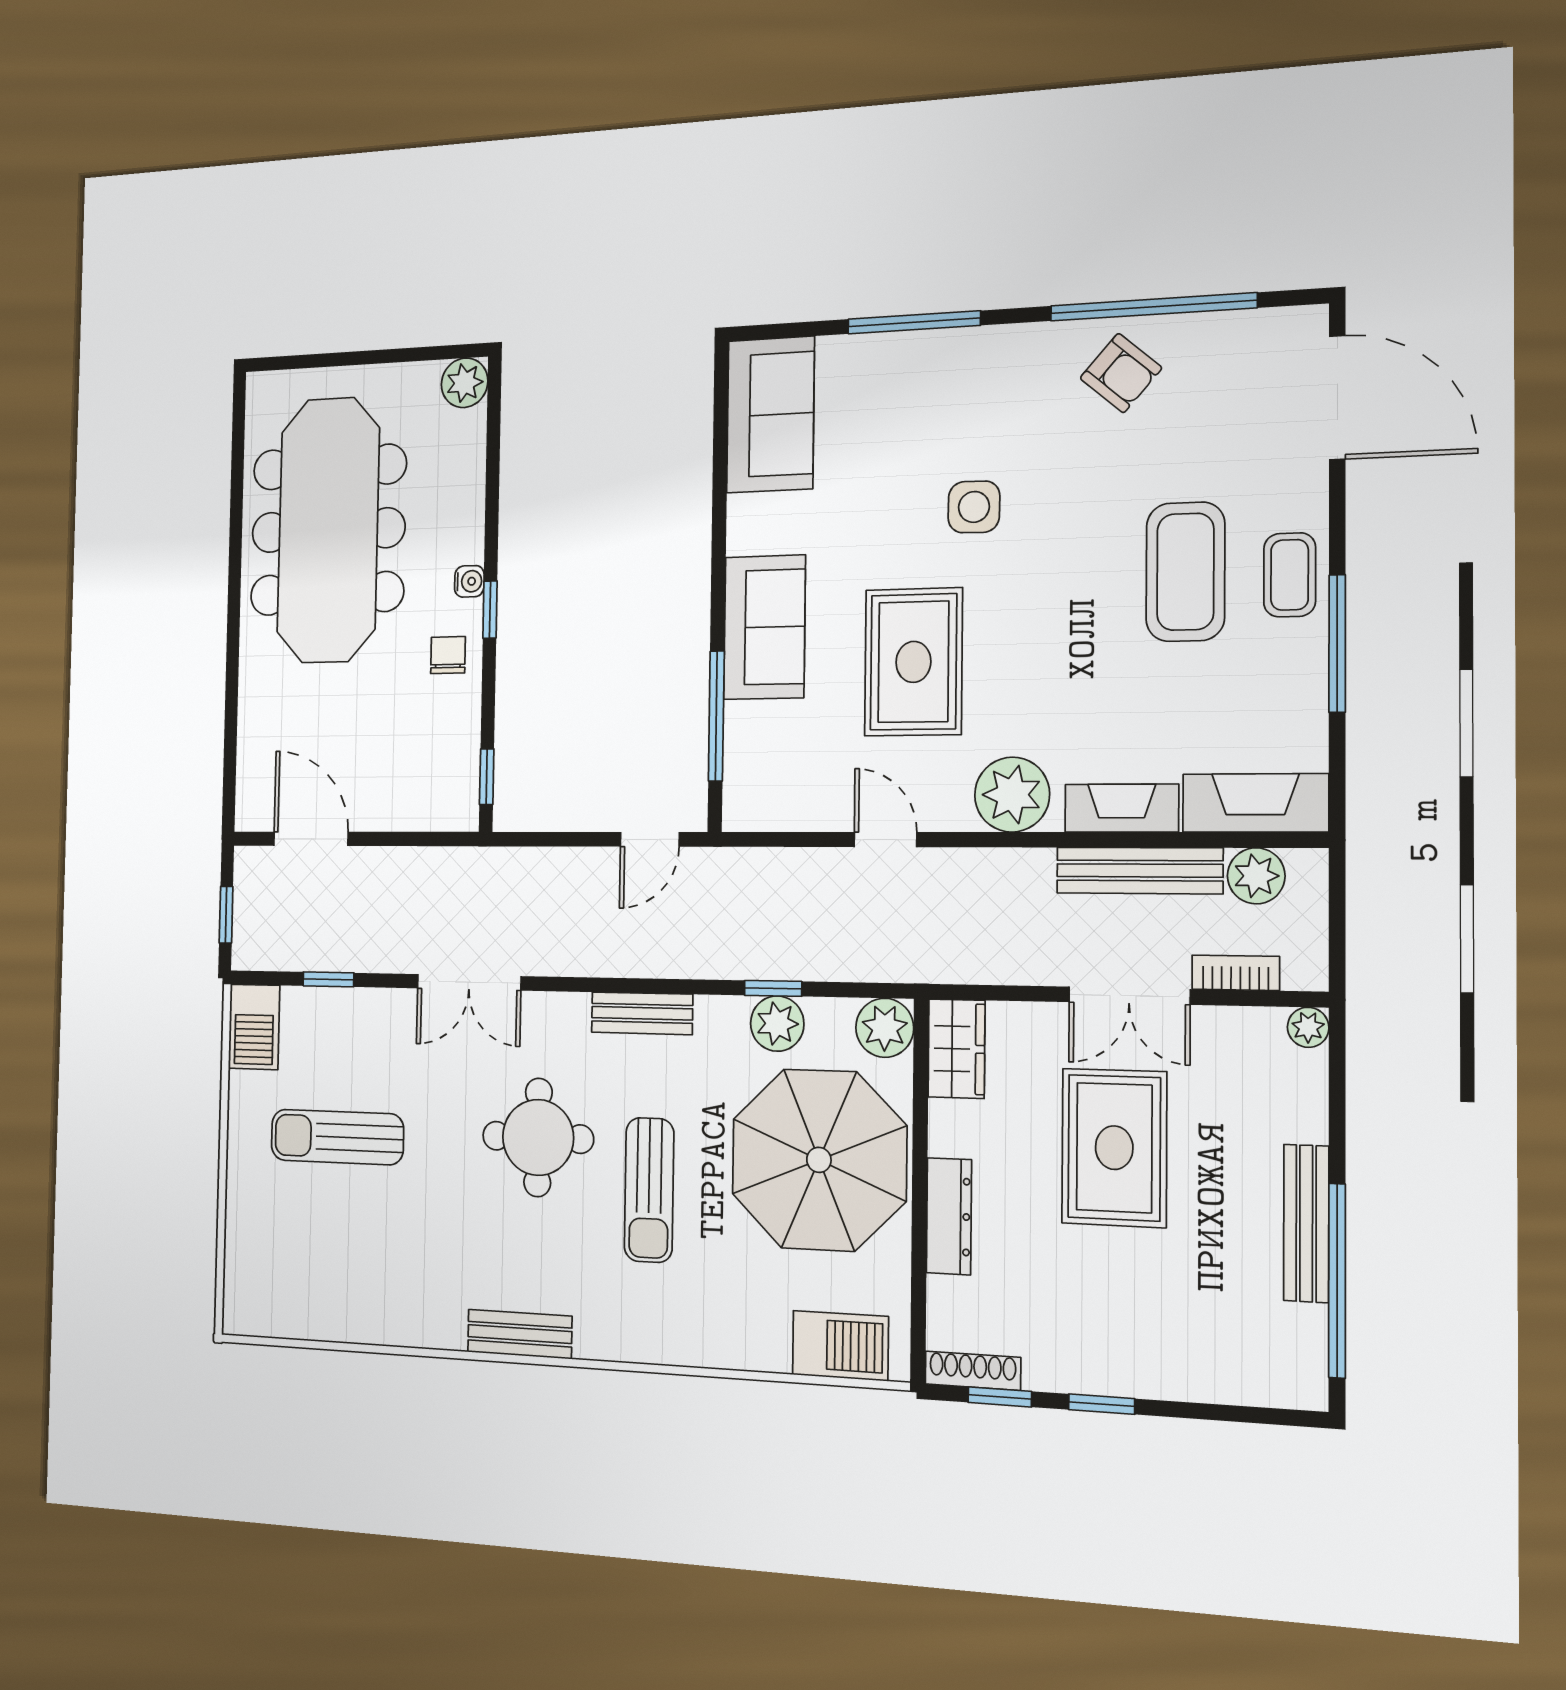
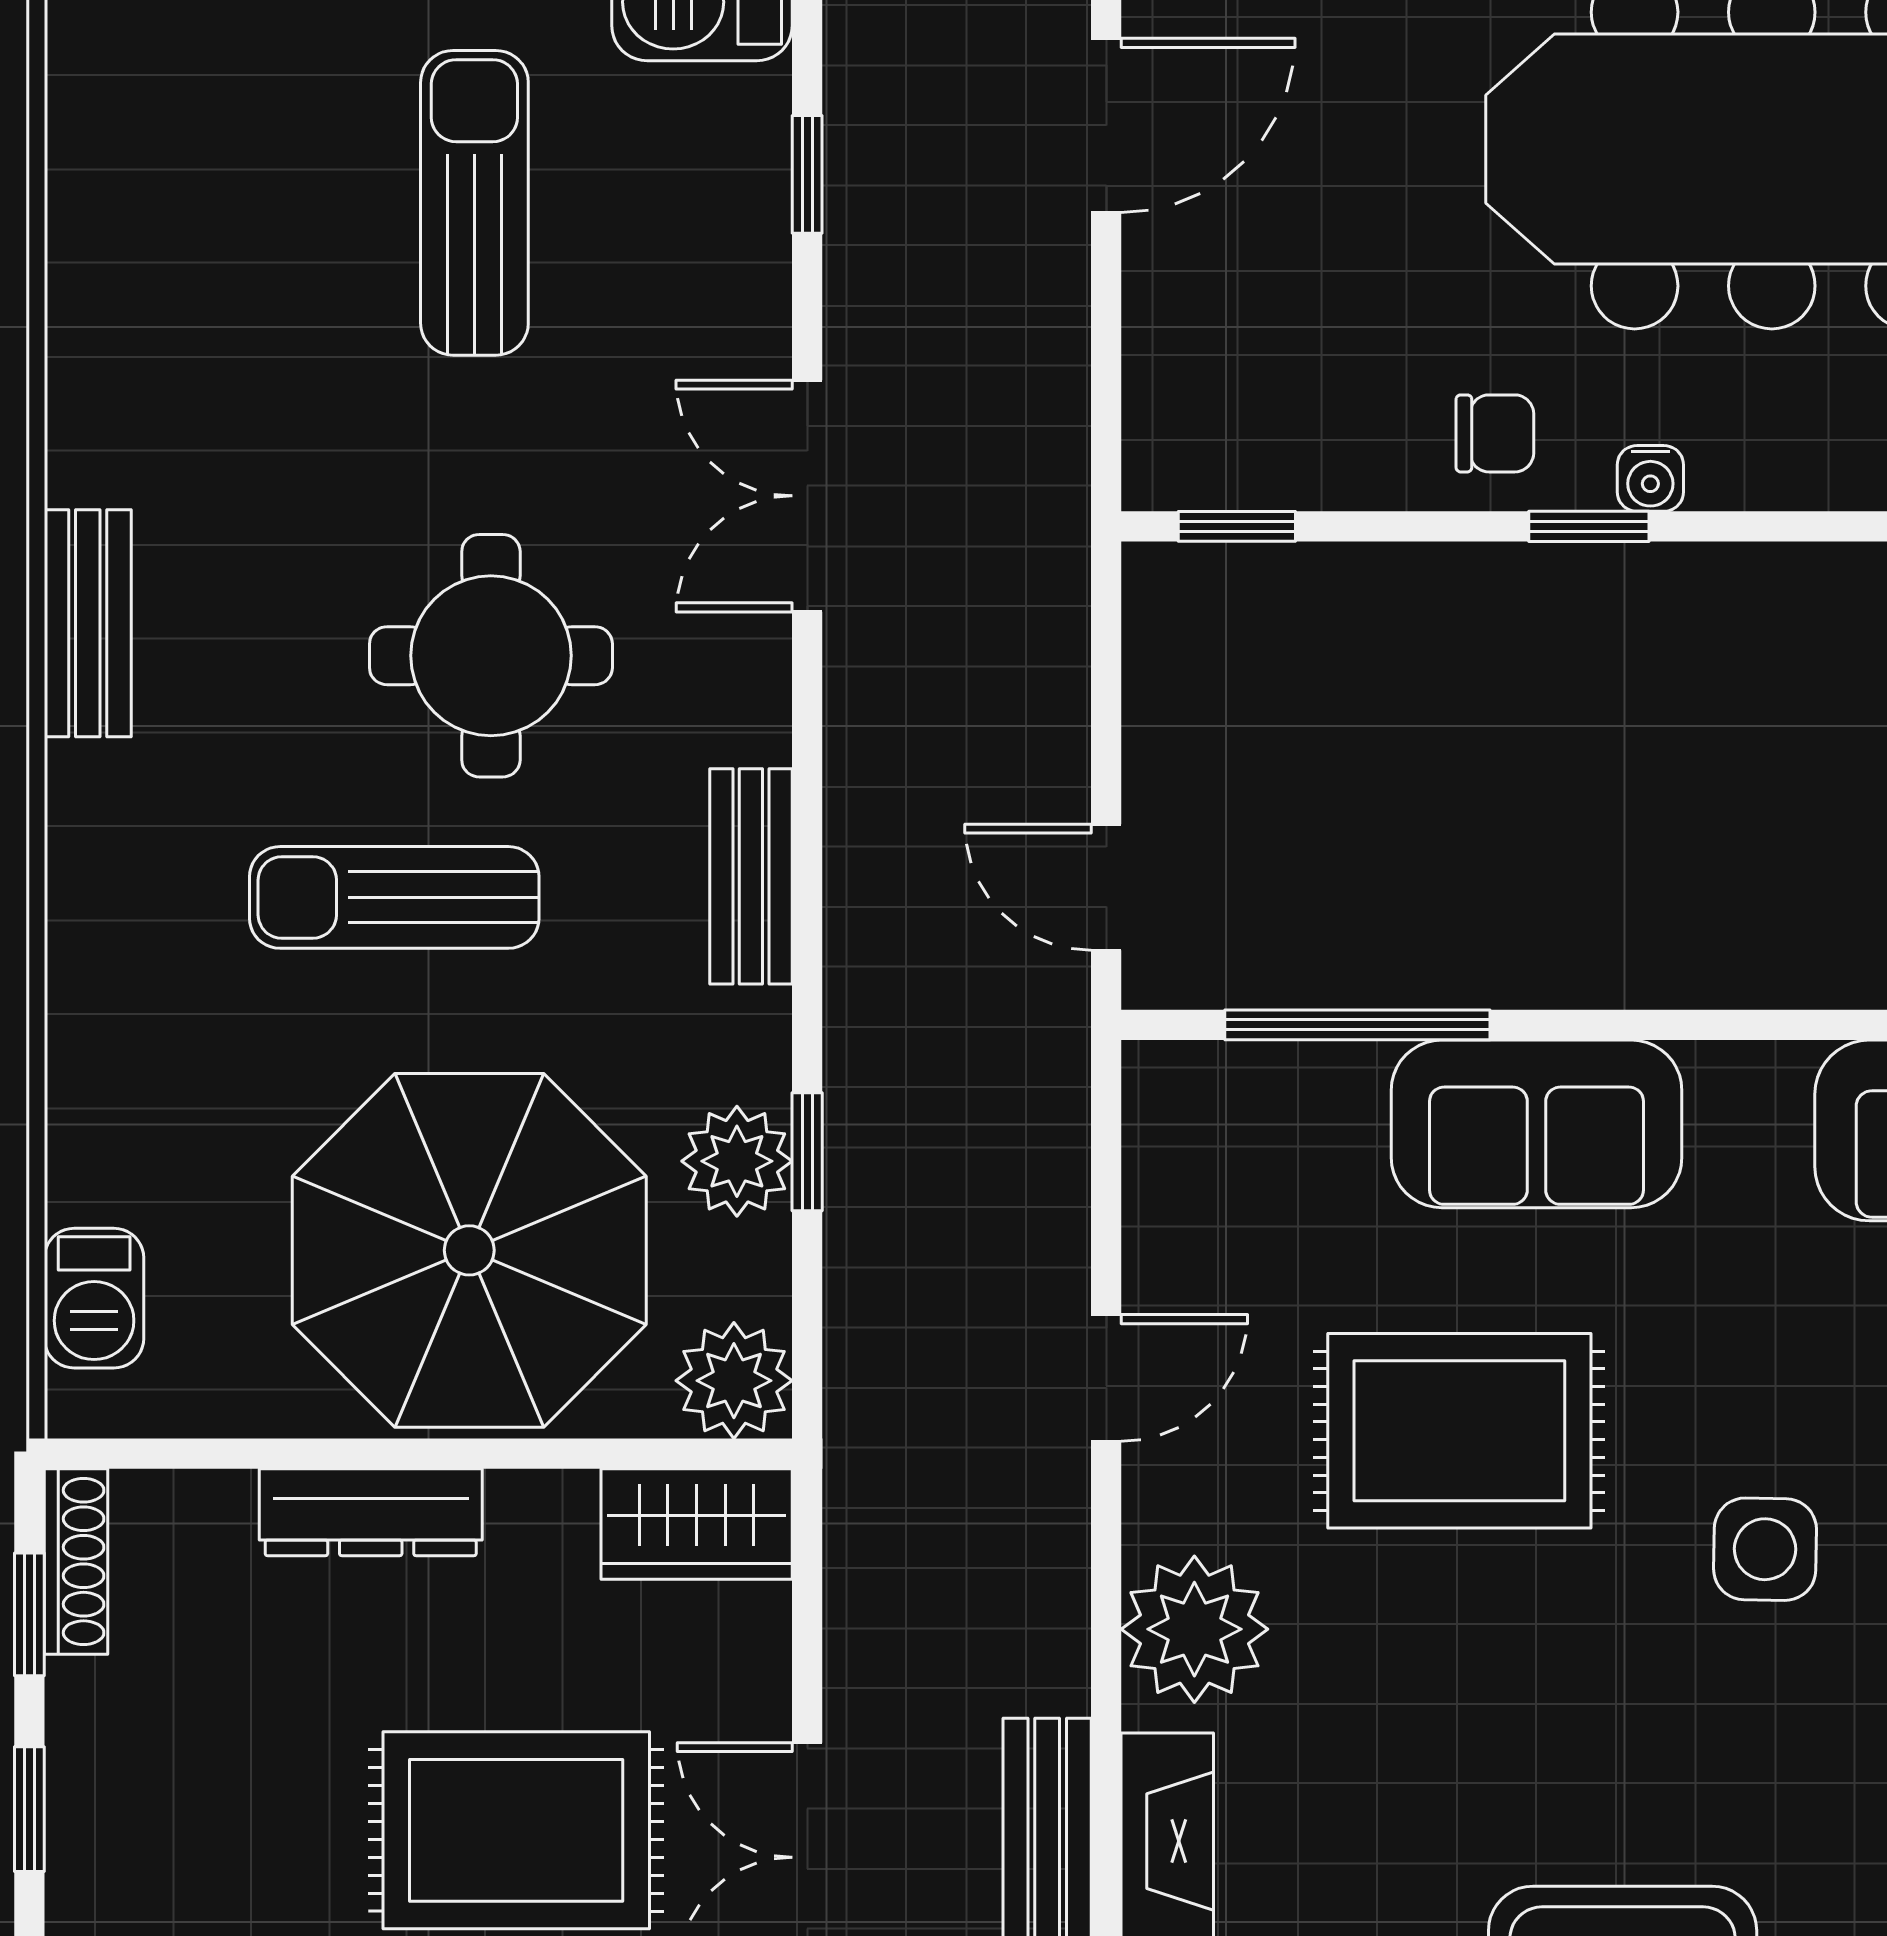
barbecue: (840, 1346) -> (94, 1298), width x0.73, depth x0.79

